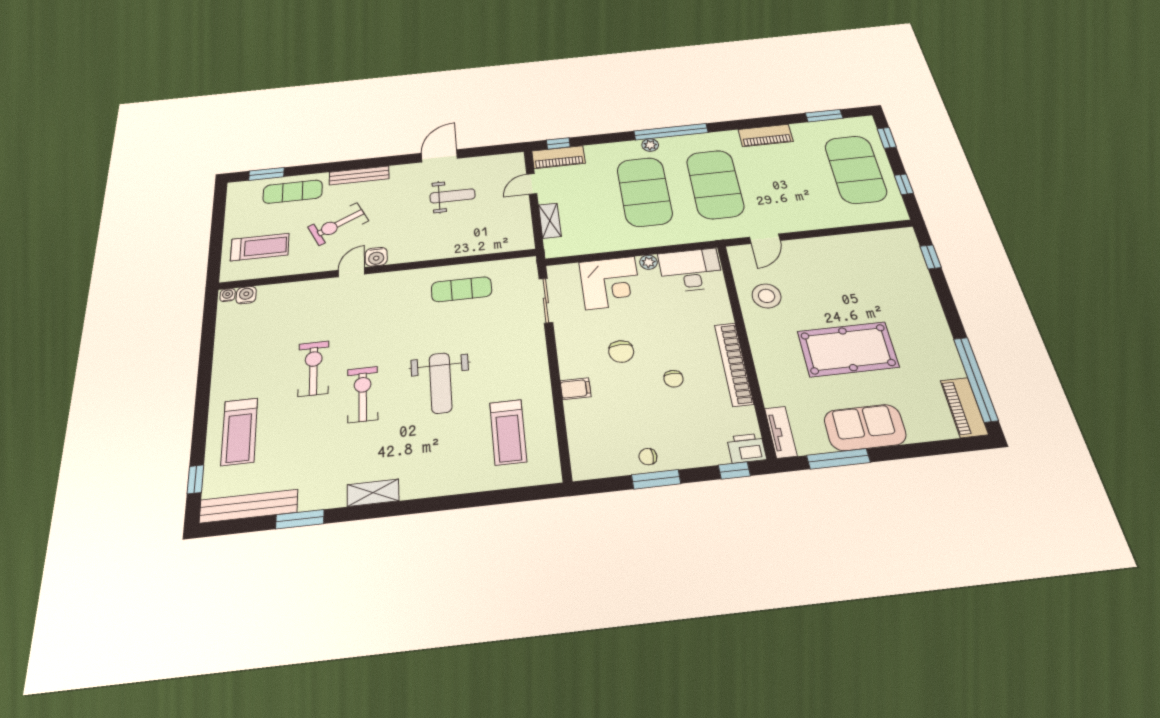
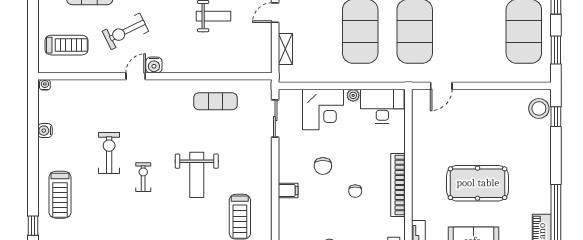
window: (904, 184) -> (556, 50), width x1.50
water cooler: (246, 295) -> (45, 131), moved, turned -90
stool: (767, 296) -> (539, 108), moved
exercise bike: (363, 394) -> (143, 177), width x0.73, depth x0.72

